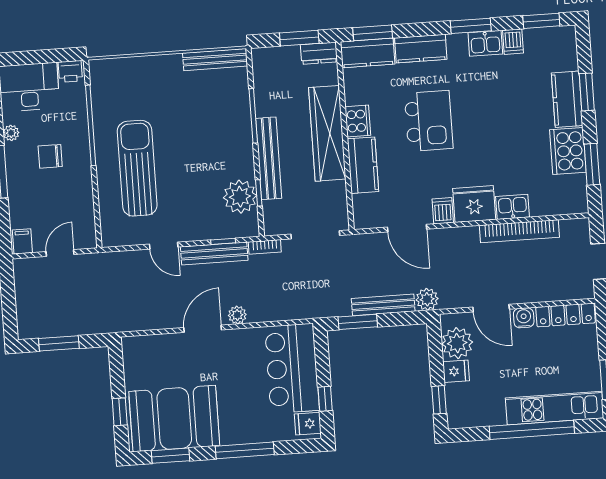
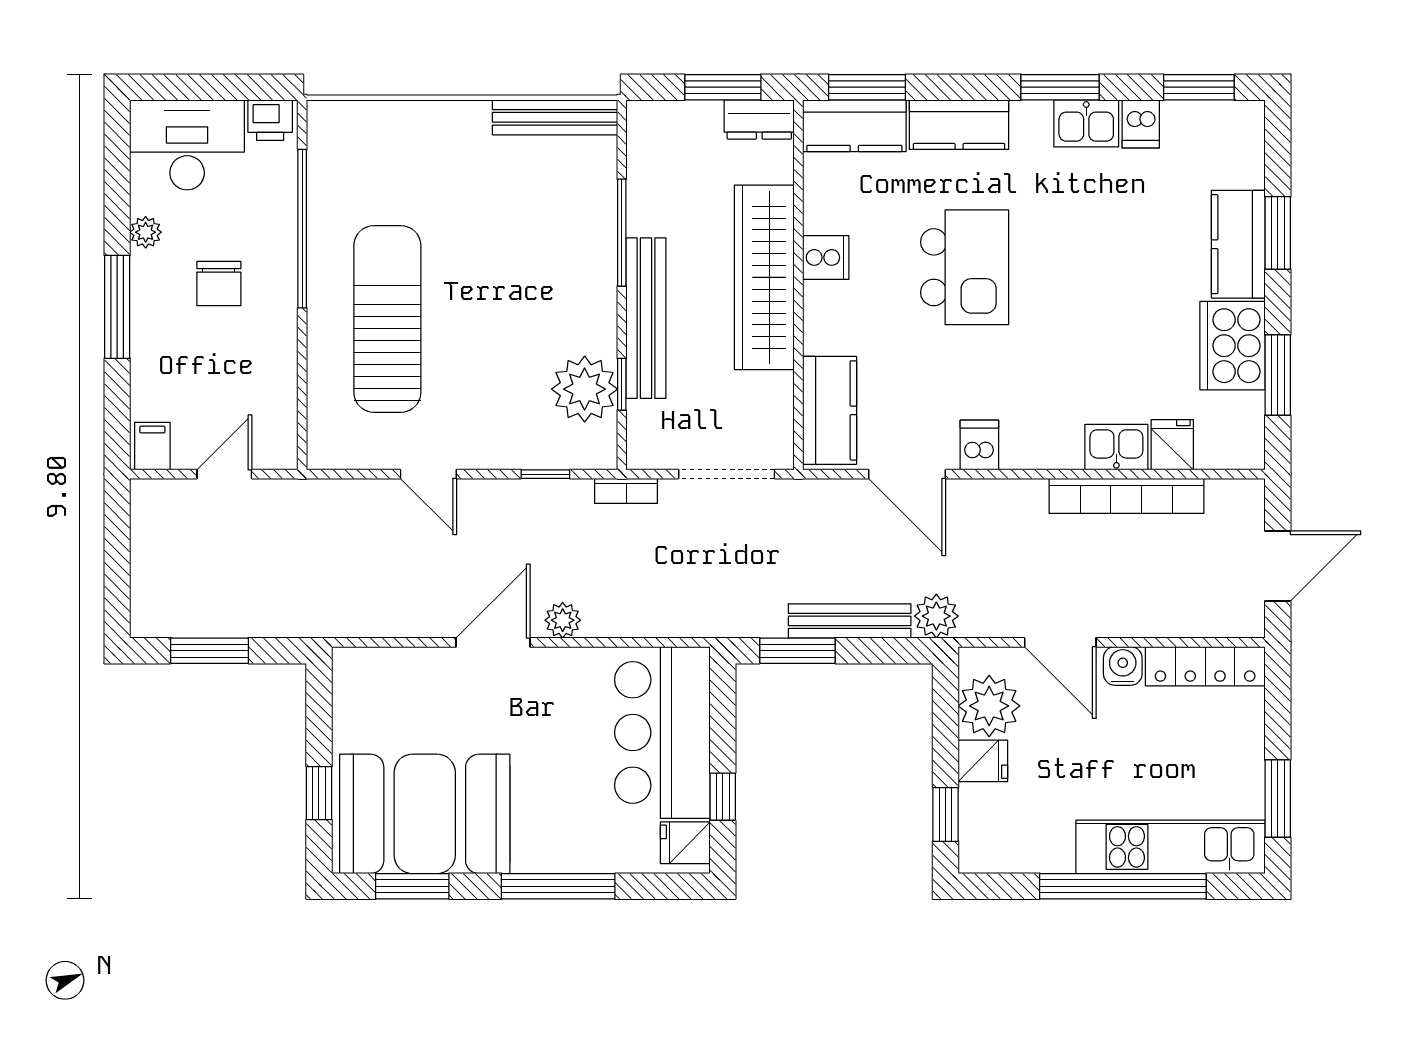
cooker: (358, 121) -> (826, 257), width x0.73
chair: (50, 156) -> (219, 284), turned -90
kitchen counter: (363, 165) -> (830, 410), moved
fridge: (474, 204) -> (1172, 445), moved, width x0.53, depth x0.75
bench: (214, 253) -> (526, 497), removed

